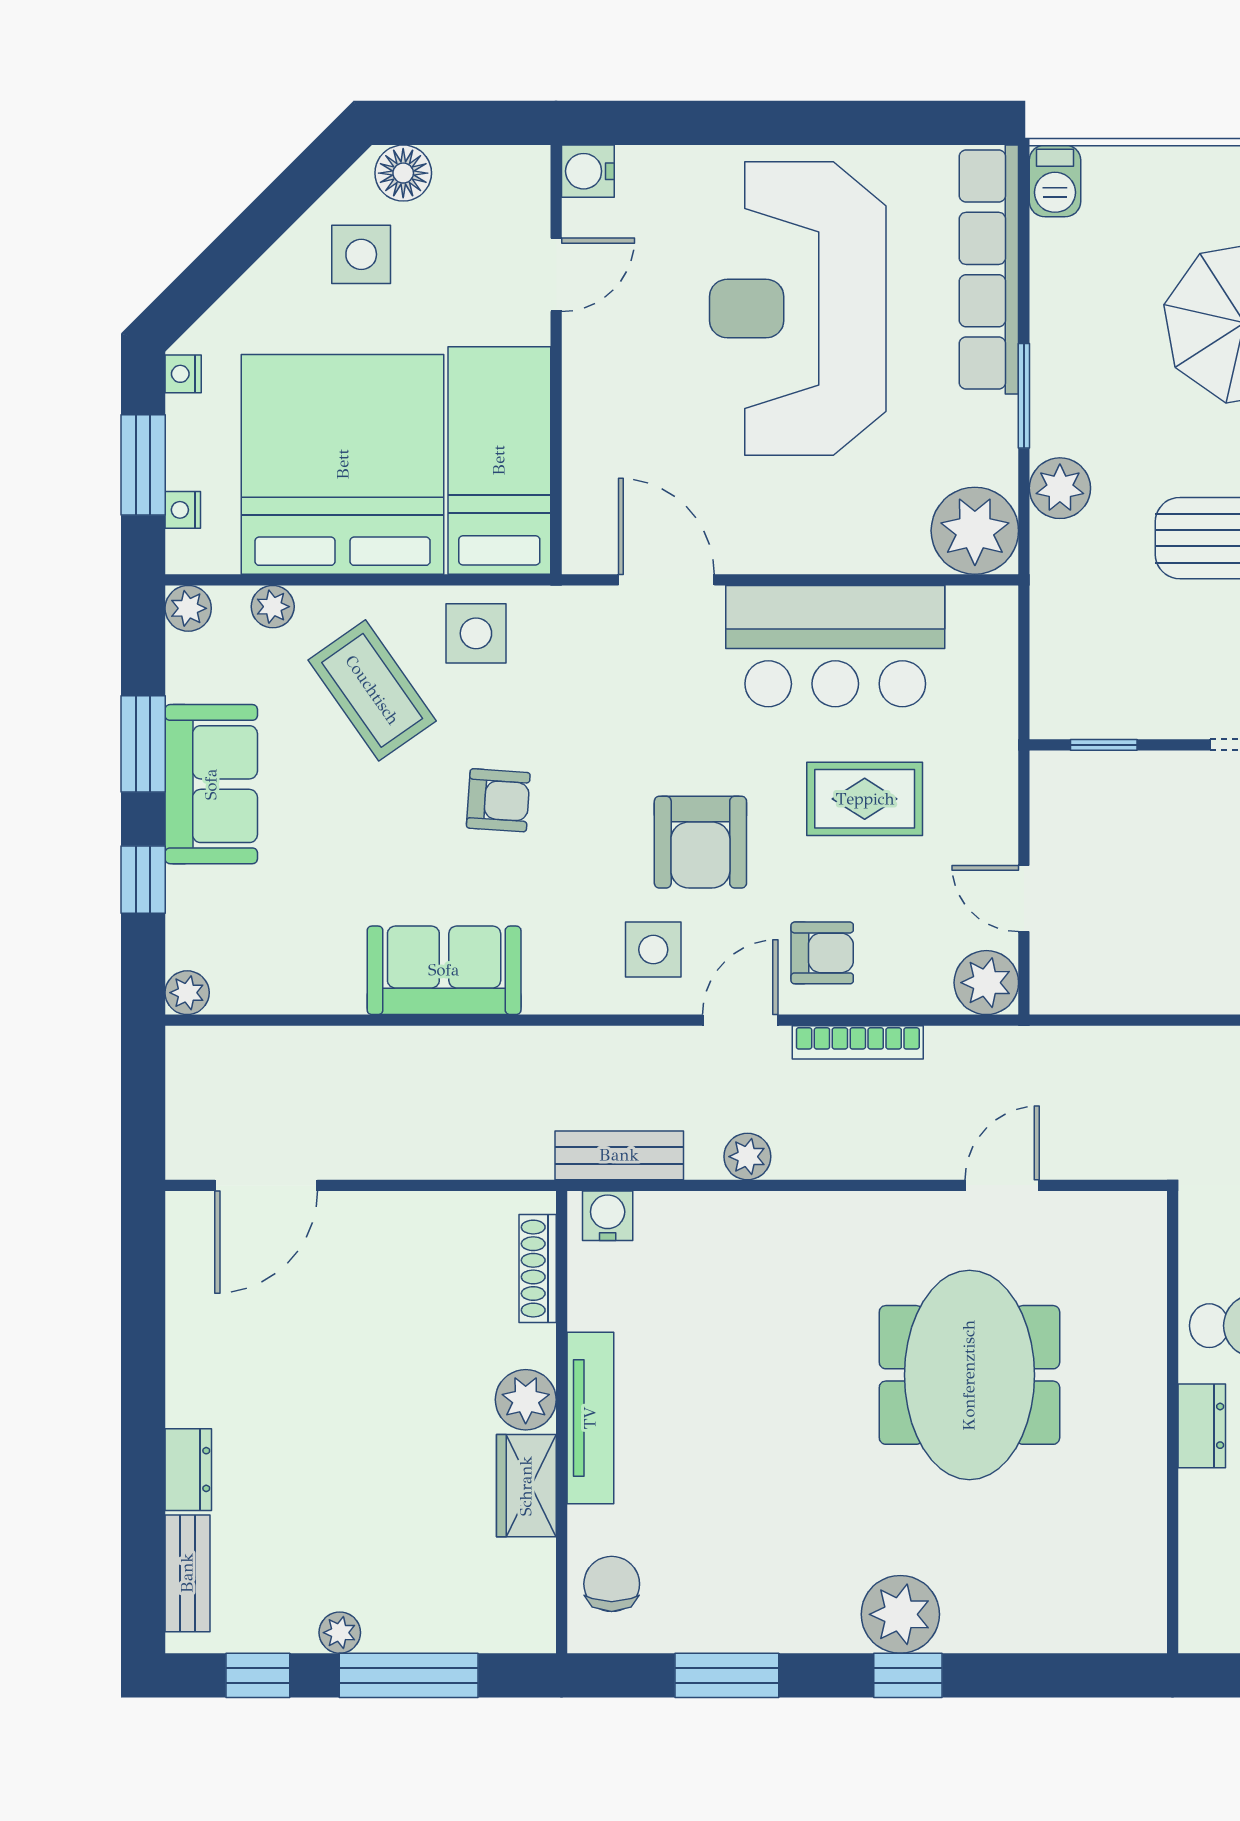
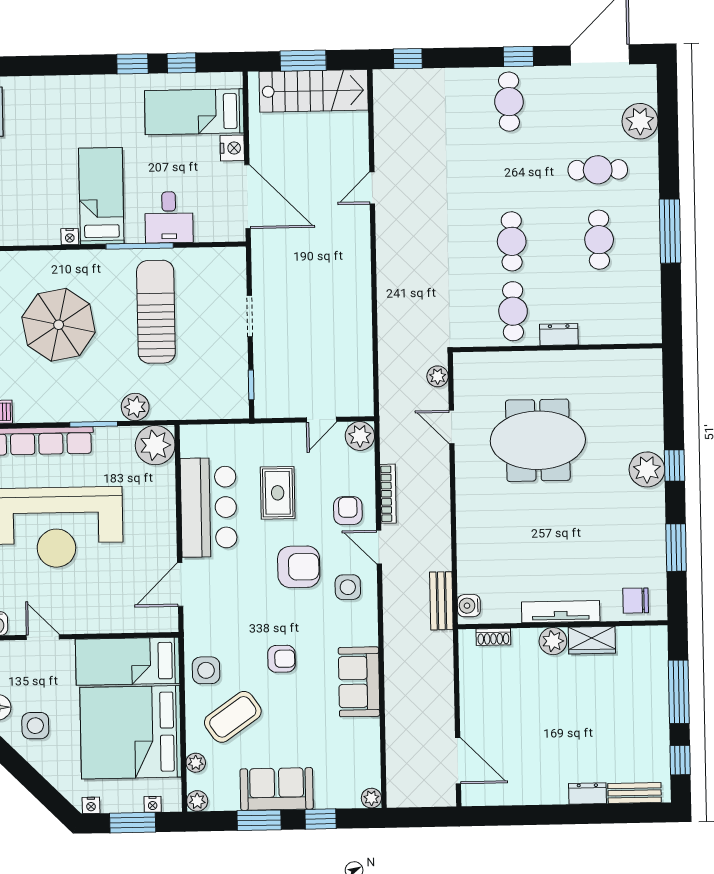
armchair: (498, 800) -> (281, 659), turned 86
plant: (747, 1157) -> (438, 376), moved
shoe rack: (538, 1269) -> (493, 637), width x0.70
plant: (340, 1633) -> (660, 723), removed

